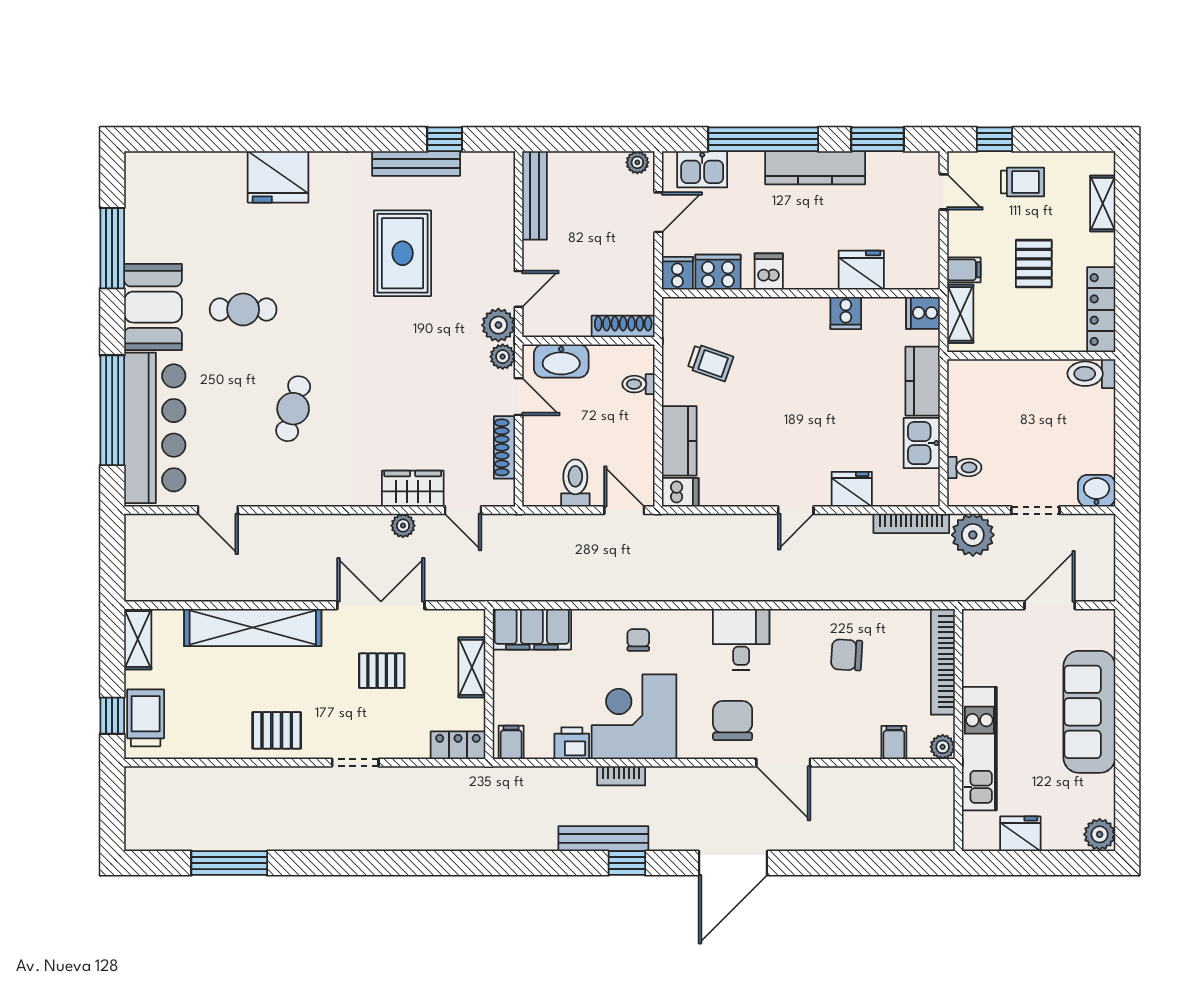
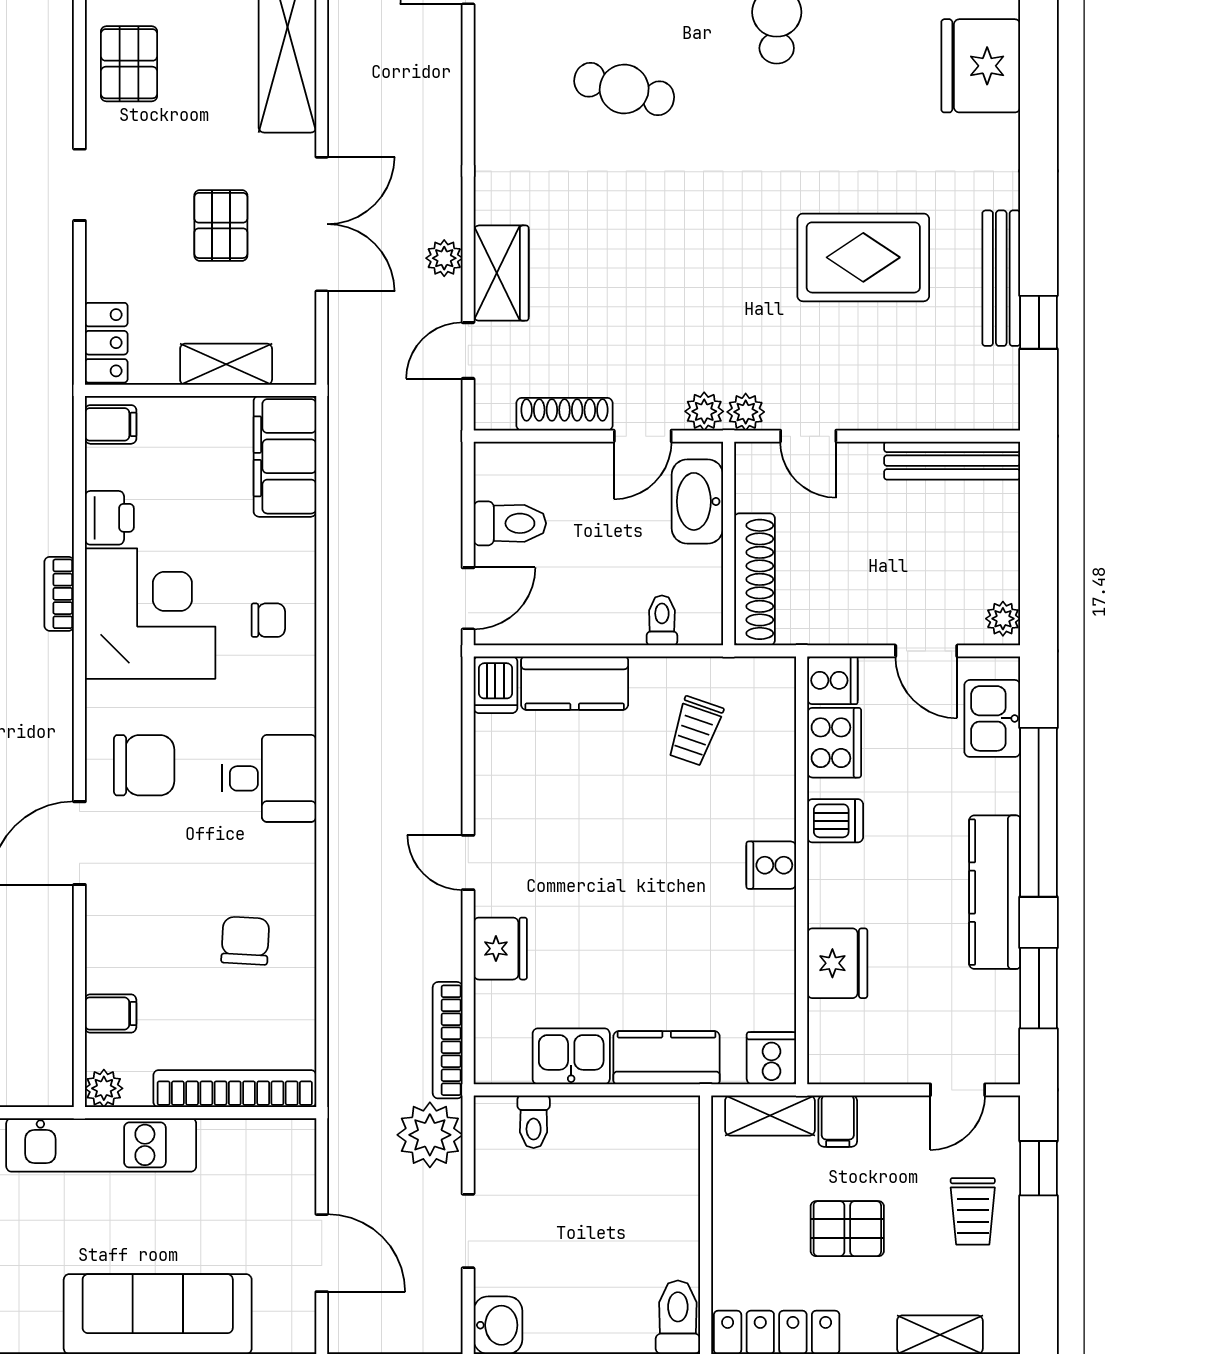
cooker: (846, 313) -> (771, 865), moved
plant: (498, 325) -> (746, 412), width x0.73, depth x0.73
shoe rack: (623, 326) -> (754, 579), width x1.36, depth x1.24

